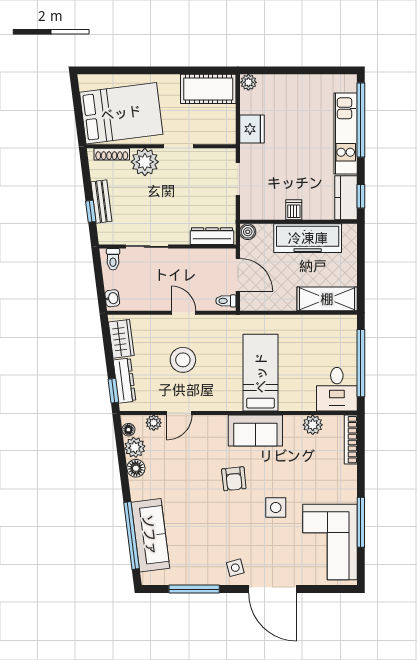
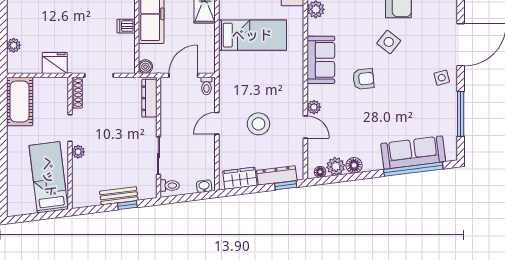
plant: (248, 82) -> (14, 45), moved
bed: (121, 113) -> (49, 177), width x0.67
shoe rack: (112, 154) -> (77, 93), moved
plant: (145, 162) -> (78, 152), width x0.53, depth x0.53
bed: (261, 373) -> (252, 35), moved, turned 180
plant: (154, 423) -> (314, 107), moved
side table: (276, 508) -> (389, 42), turned 38

